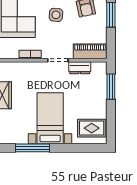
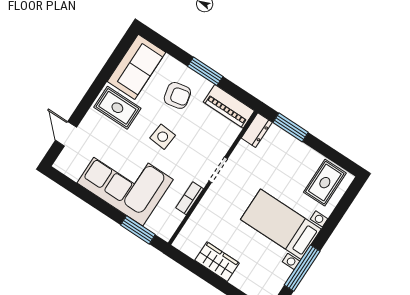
piano: (90, 51) -> (229, 106), moved, turned -90
dresser: (80, 68) -> (257, 130), moved

